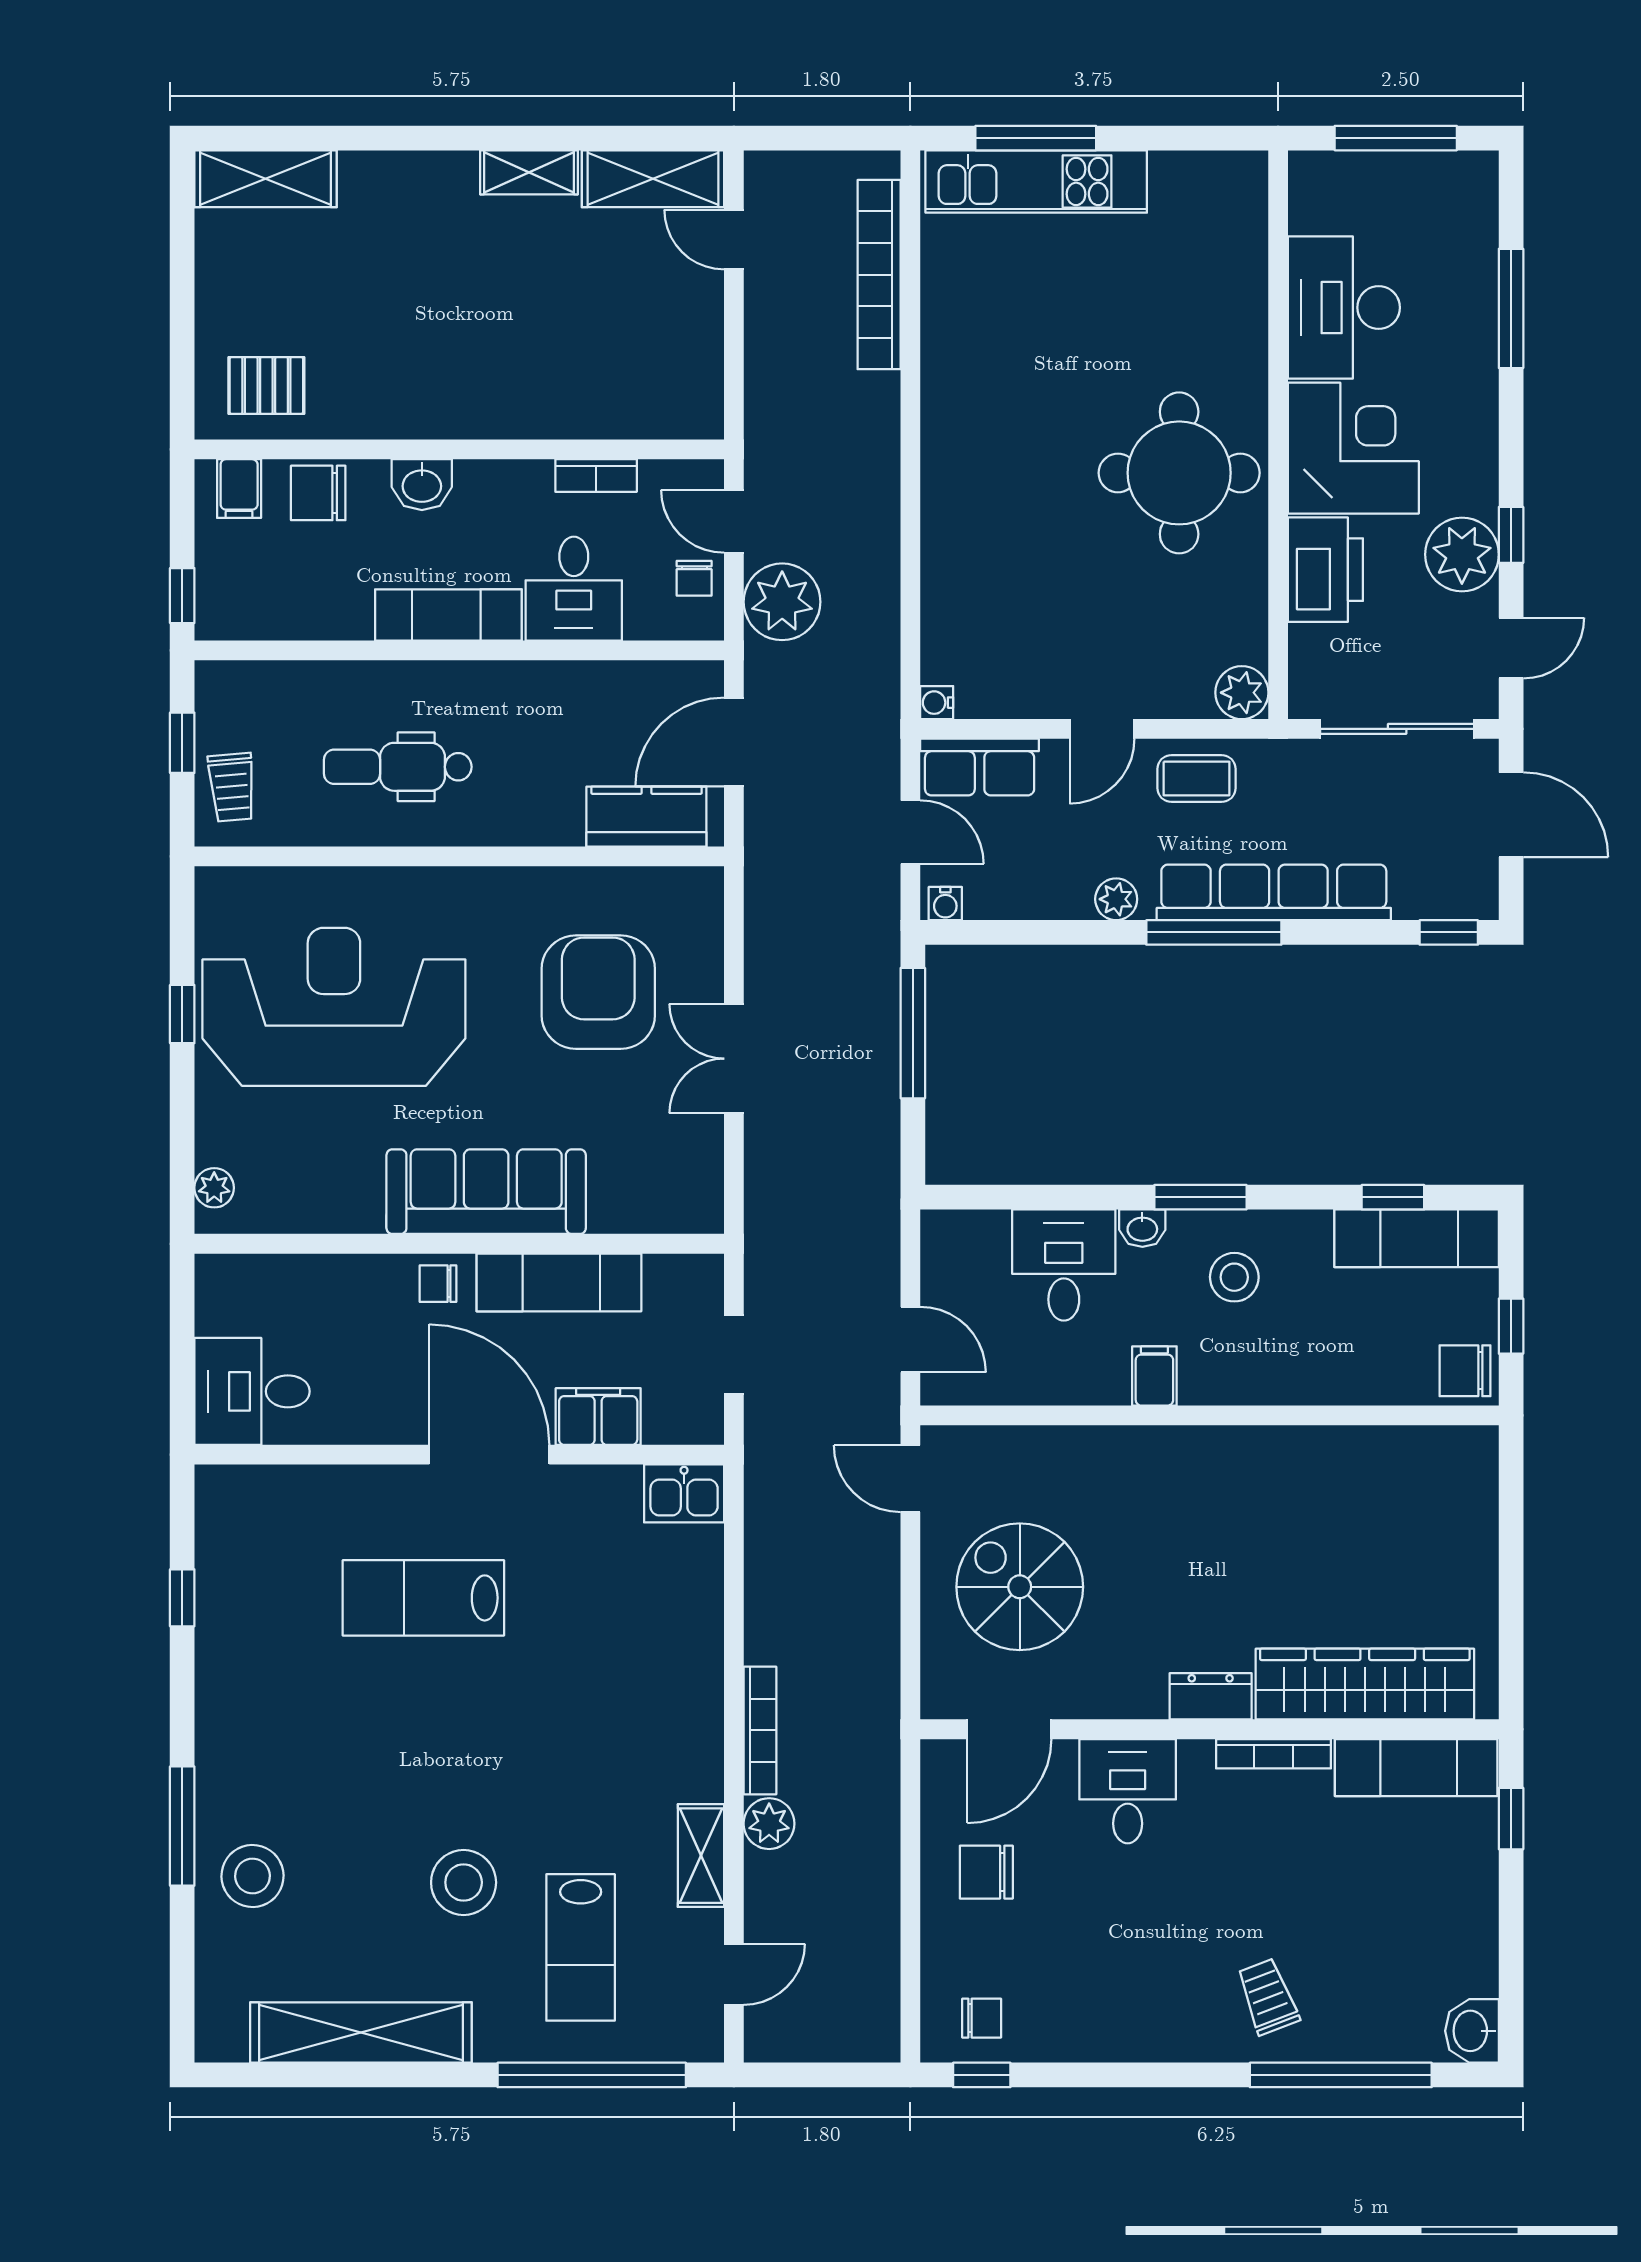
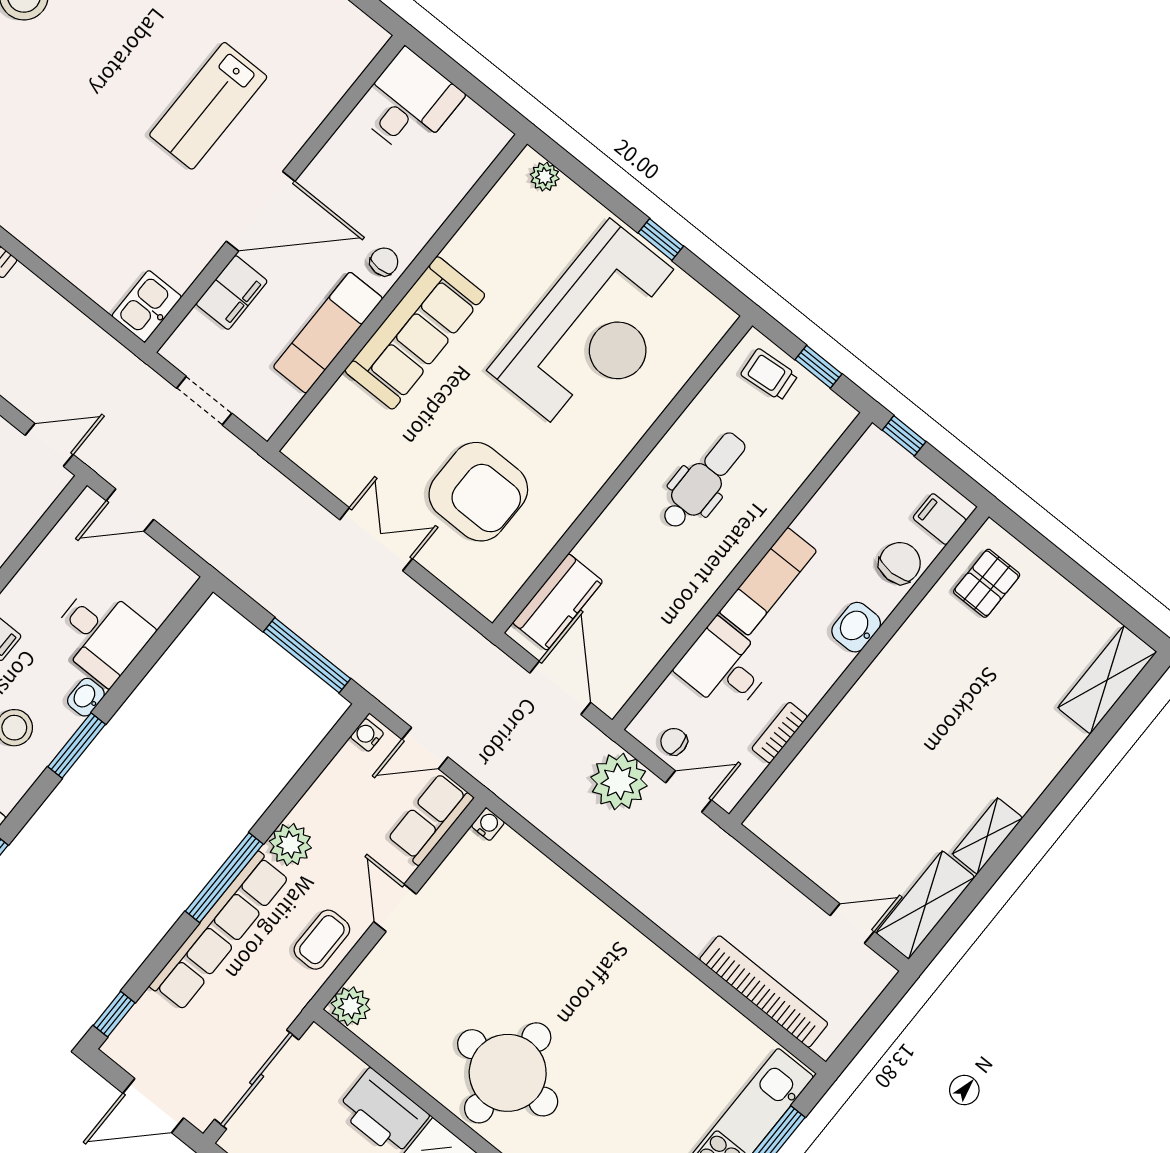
plant: (1116, 899) -> (290, 845), width x1.38, depth x1.38
lab bench: (423, 1598) -> (208, 106), turned 180

